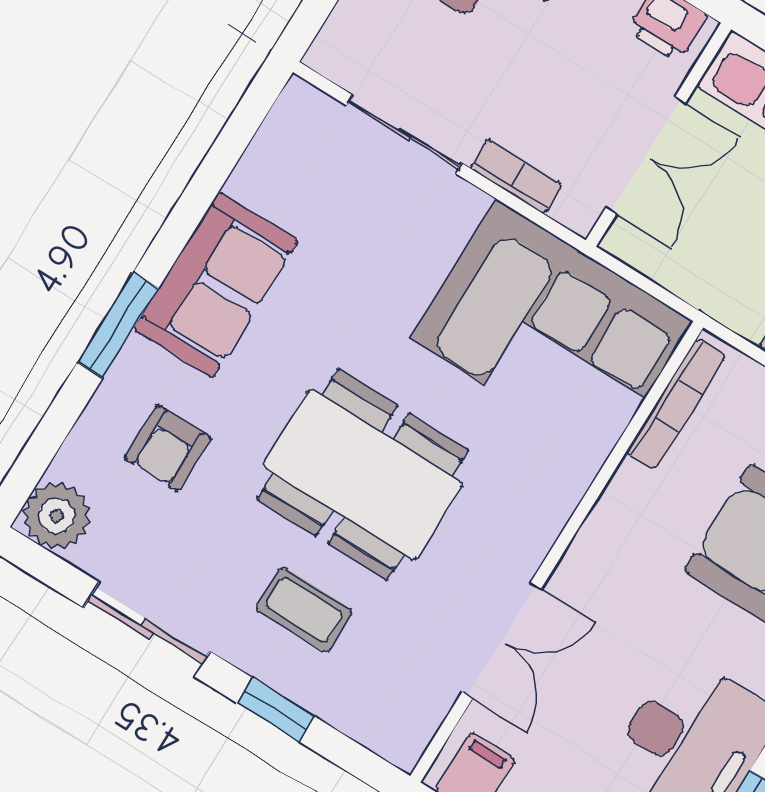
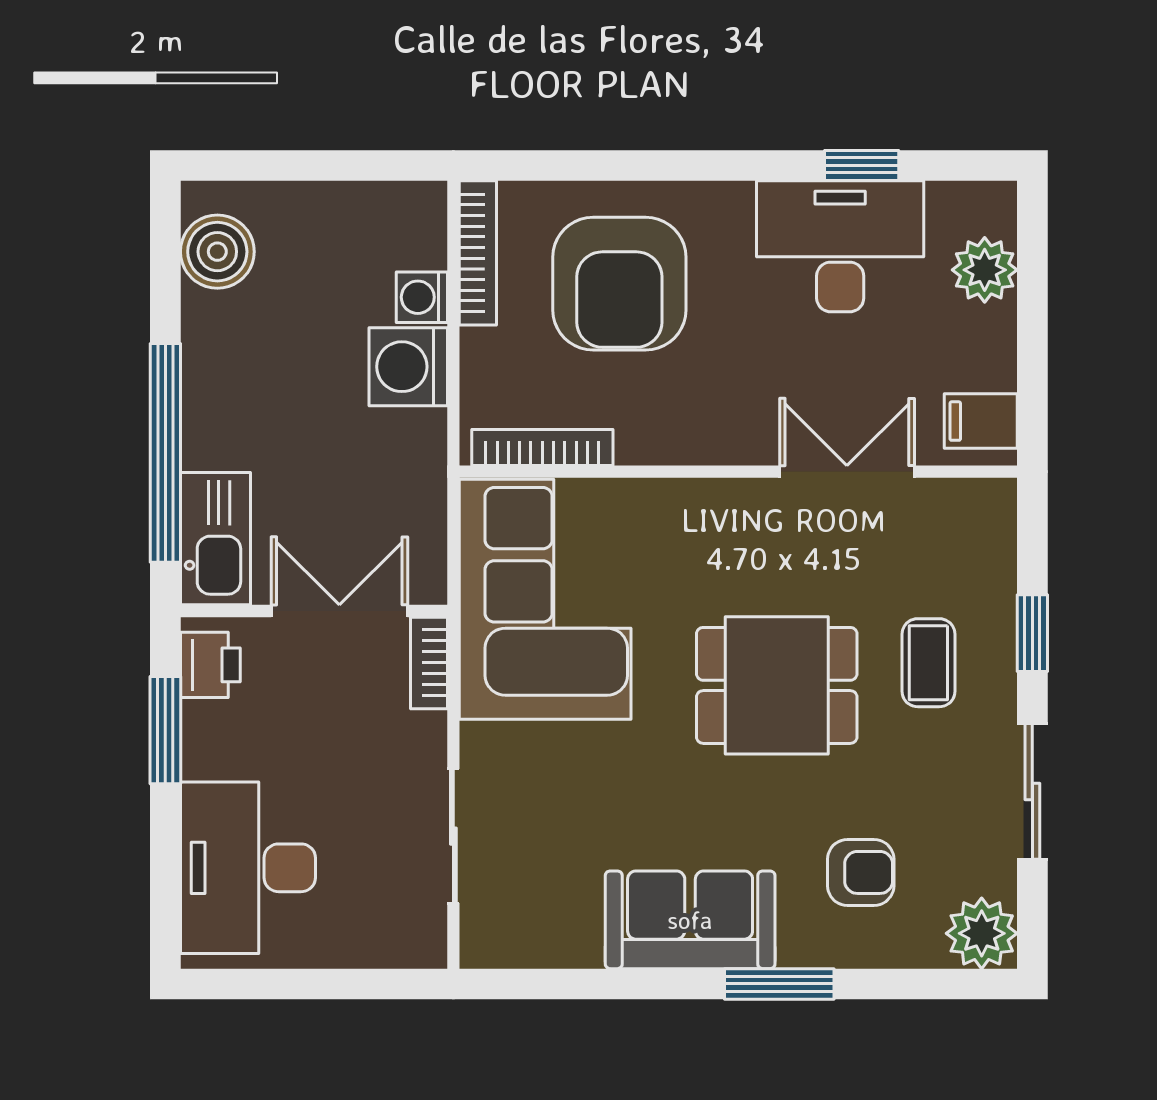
bookcase: (516, 176) -> (429, 663), moved
dining table: (363, 475) -> (777, 685), width x0.73

